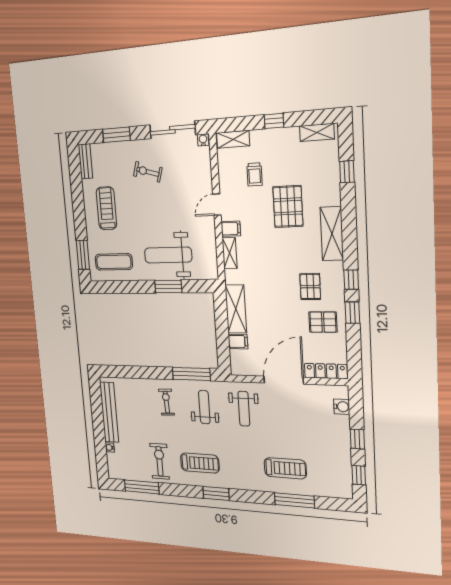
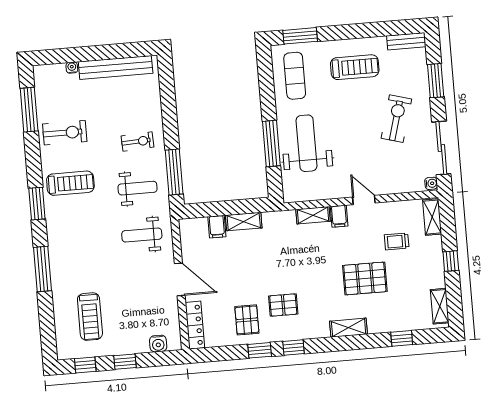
exercise bike: (148, 172) -> (396, 119), width x1.38, depth x1.39
shelving: (332, 234) -> (349, 328), width x0.67, depth x0.75
window: (168, 286) -> (271, 144), width x1.44
shelving: (236, 309) -> (244, 222), width x0.67, depth x0.75
door: (284, 380) -> (180, 279), width x0.73
treadmill: (200, 463) -> (70, 183), turned -90
treadmill: (285, 468) -> (90, 317), moved
window: (294, 500) -> (42, 269), moved

